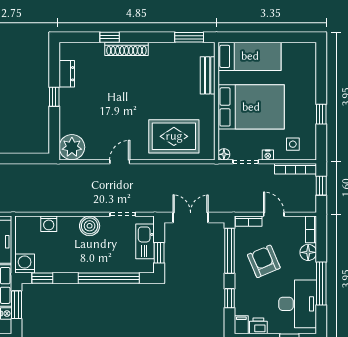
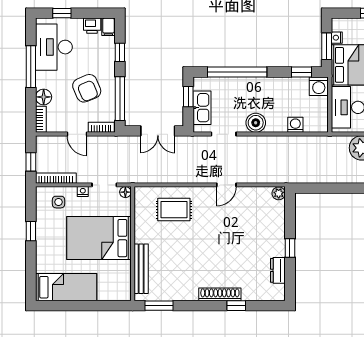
bed: (250, 56) -> (66, 287), moved, turned 180
bench: (208, 75) -> (141, 269), width x1.36
rug: (174, 136) -> (174, 210), width x0.73, depth x0.70
plant: (72, 147) -> (279, 193), width x0.53, depth x0.53

